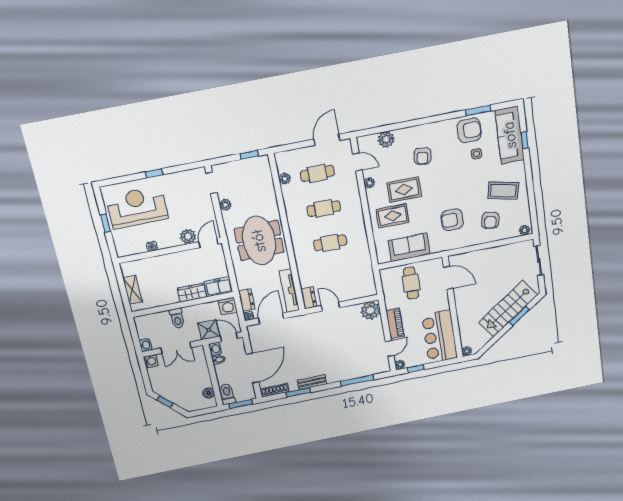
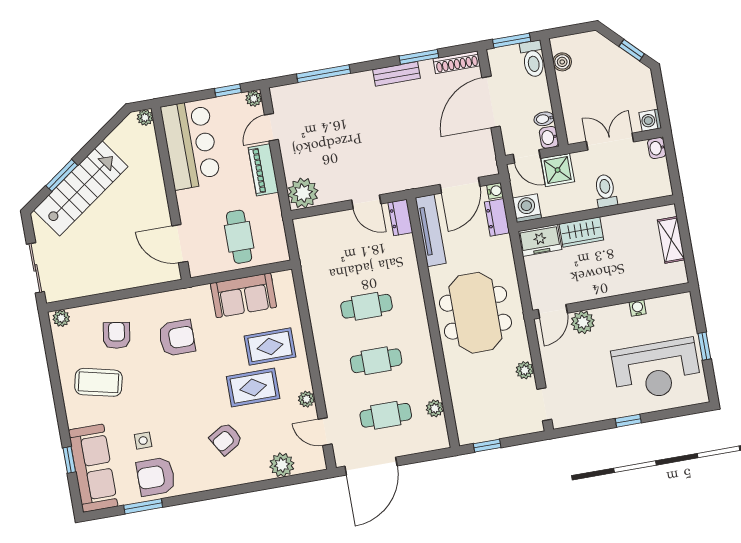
door: (327, 140) -> (371, 466), width x1.36
armchair: (422, 156) -> (226, 439), turned -129

